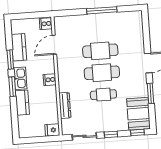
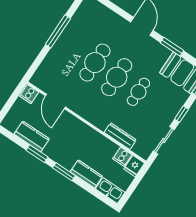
kitchen sink: (20, 78) -> (110, 191), moved
cooker: (50, 80) -> (122, 157), moved

